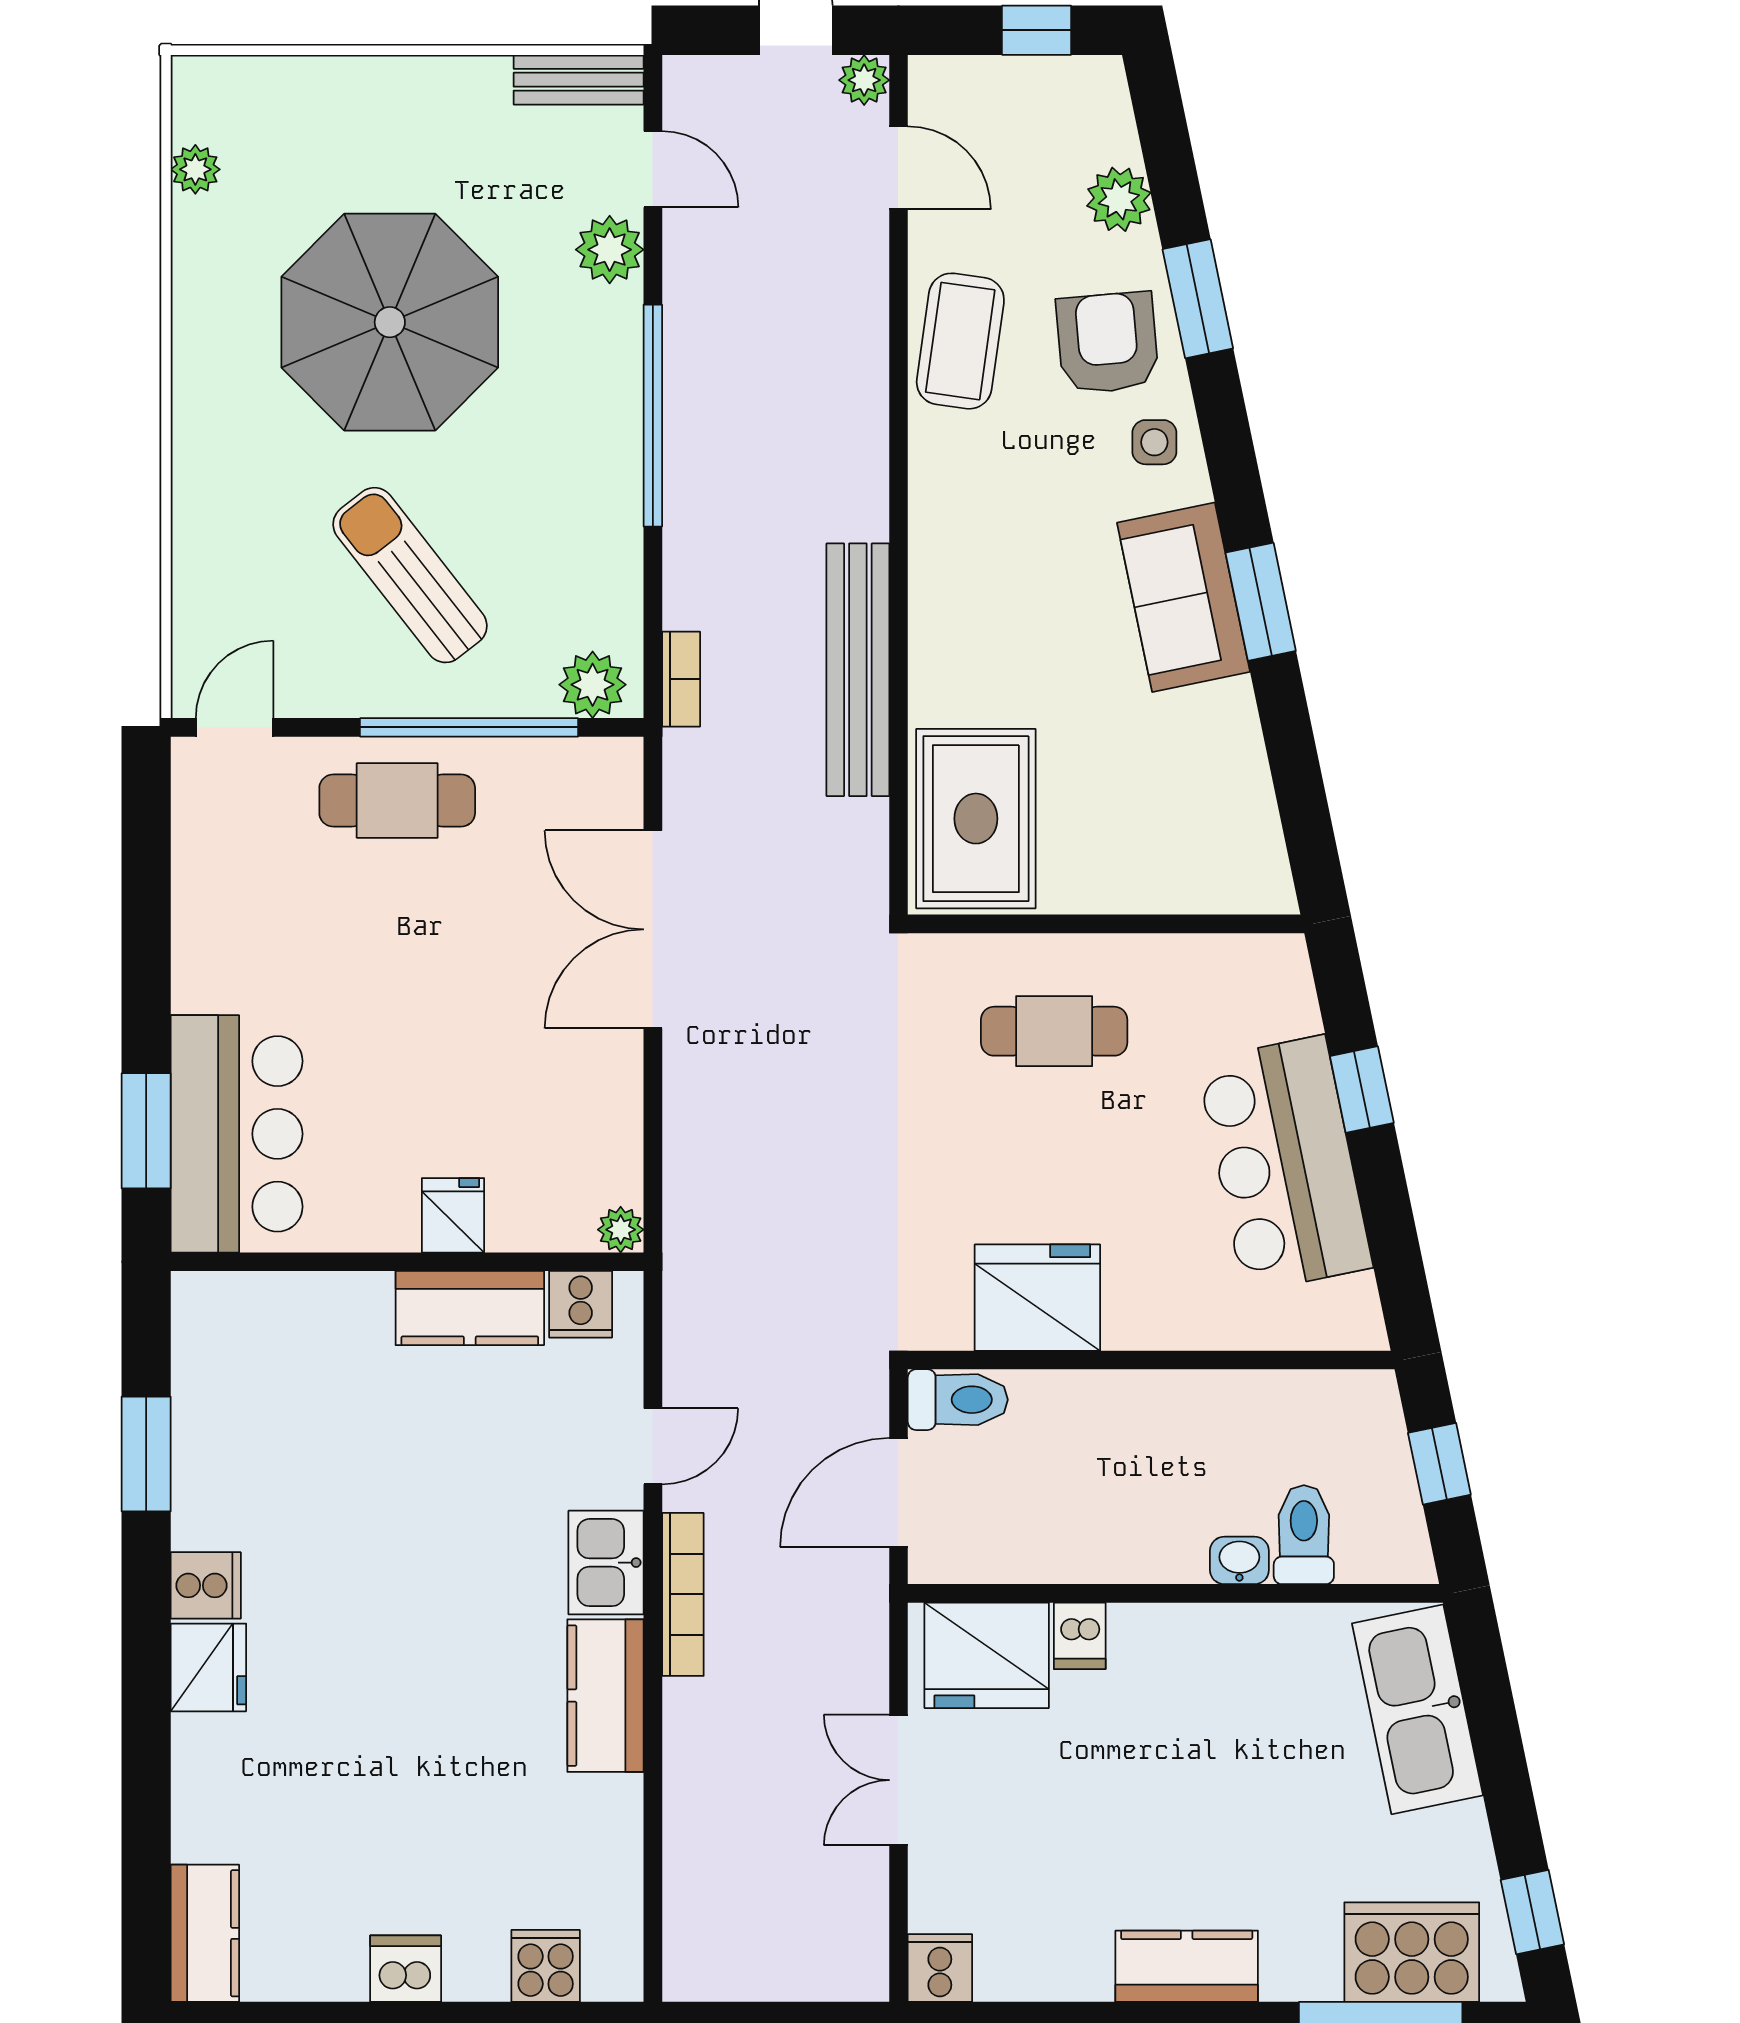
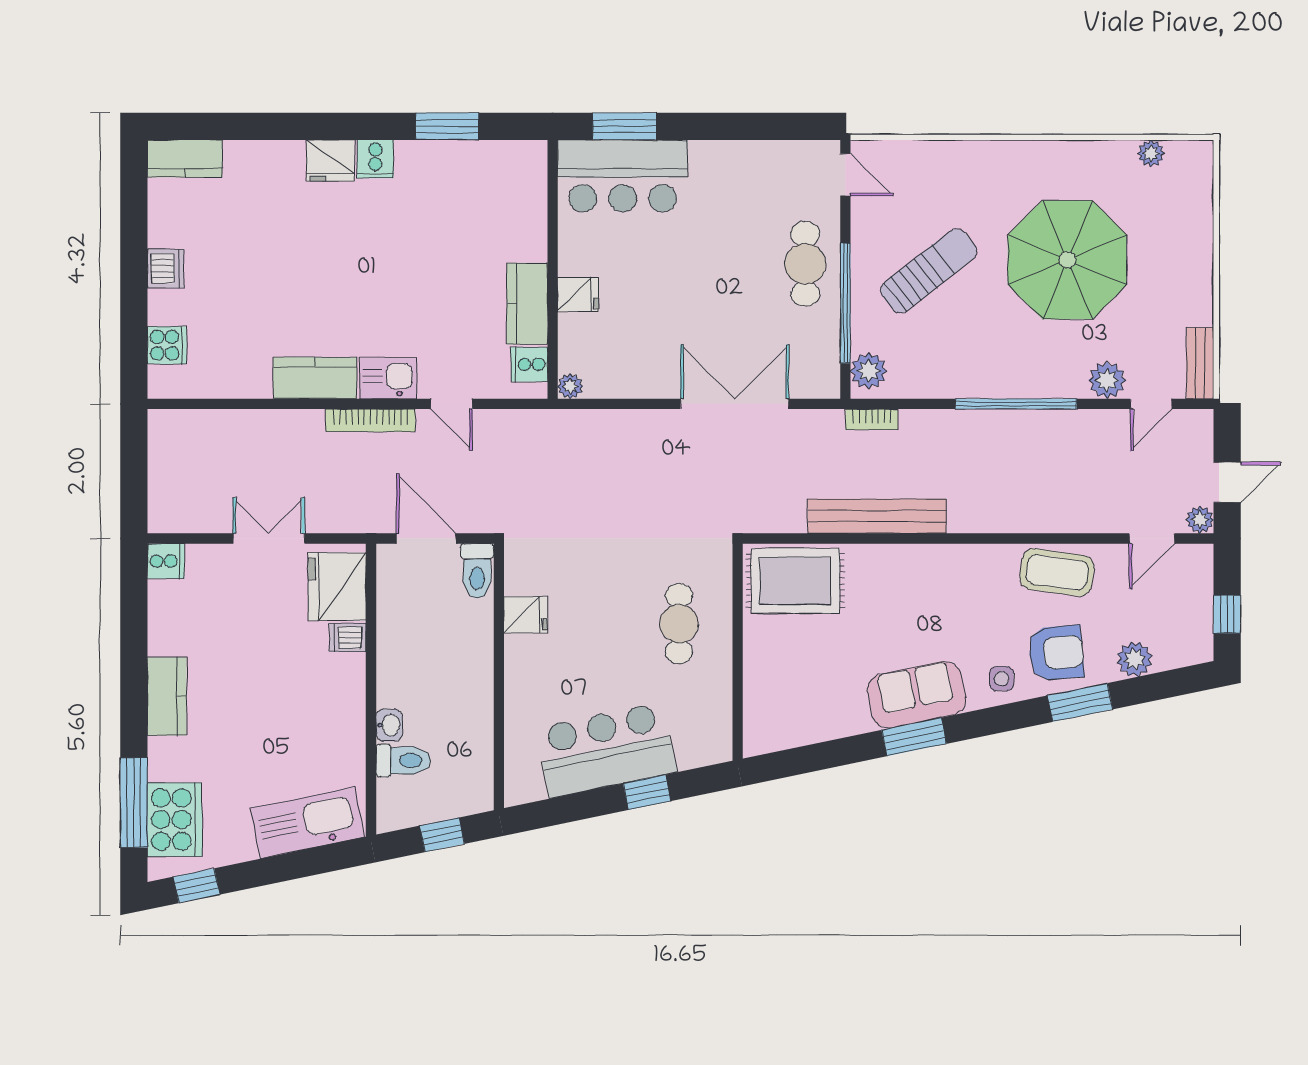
fridge: (1037, 1298) -> (526, 615), width x0.53, depth x0.75

